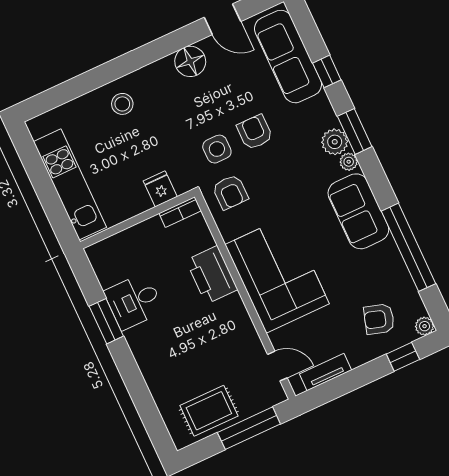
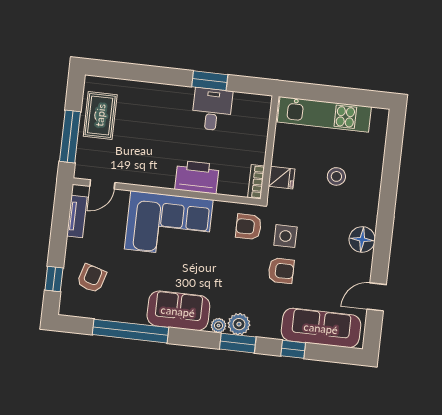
floor lamp: (190, 61) -> (362, 239), moved
stool: (122, 104) -> (336, 176), moved
plant: (425, 326) -> (67, 308), removed

